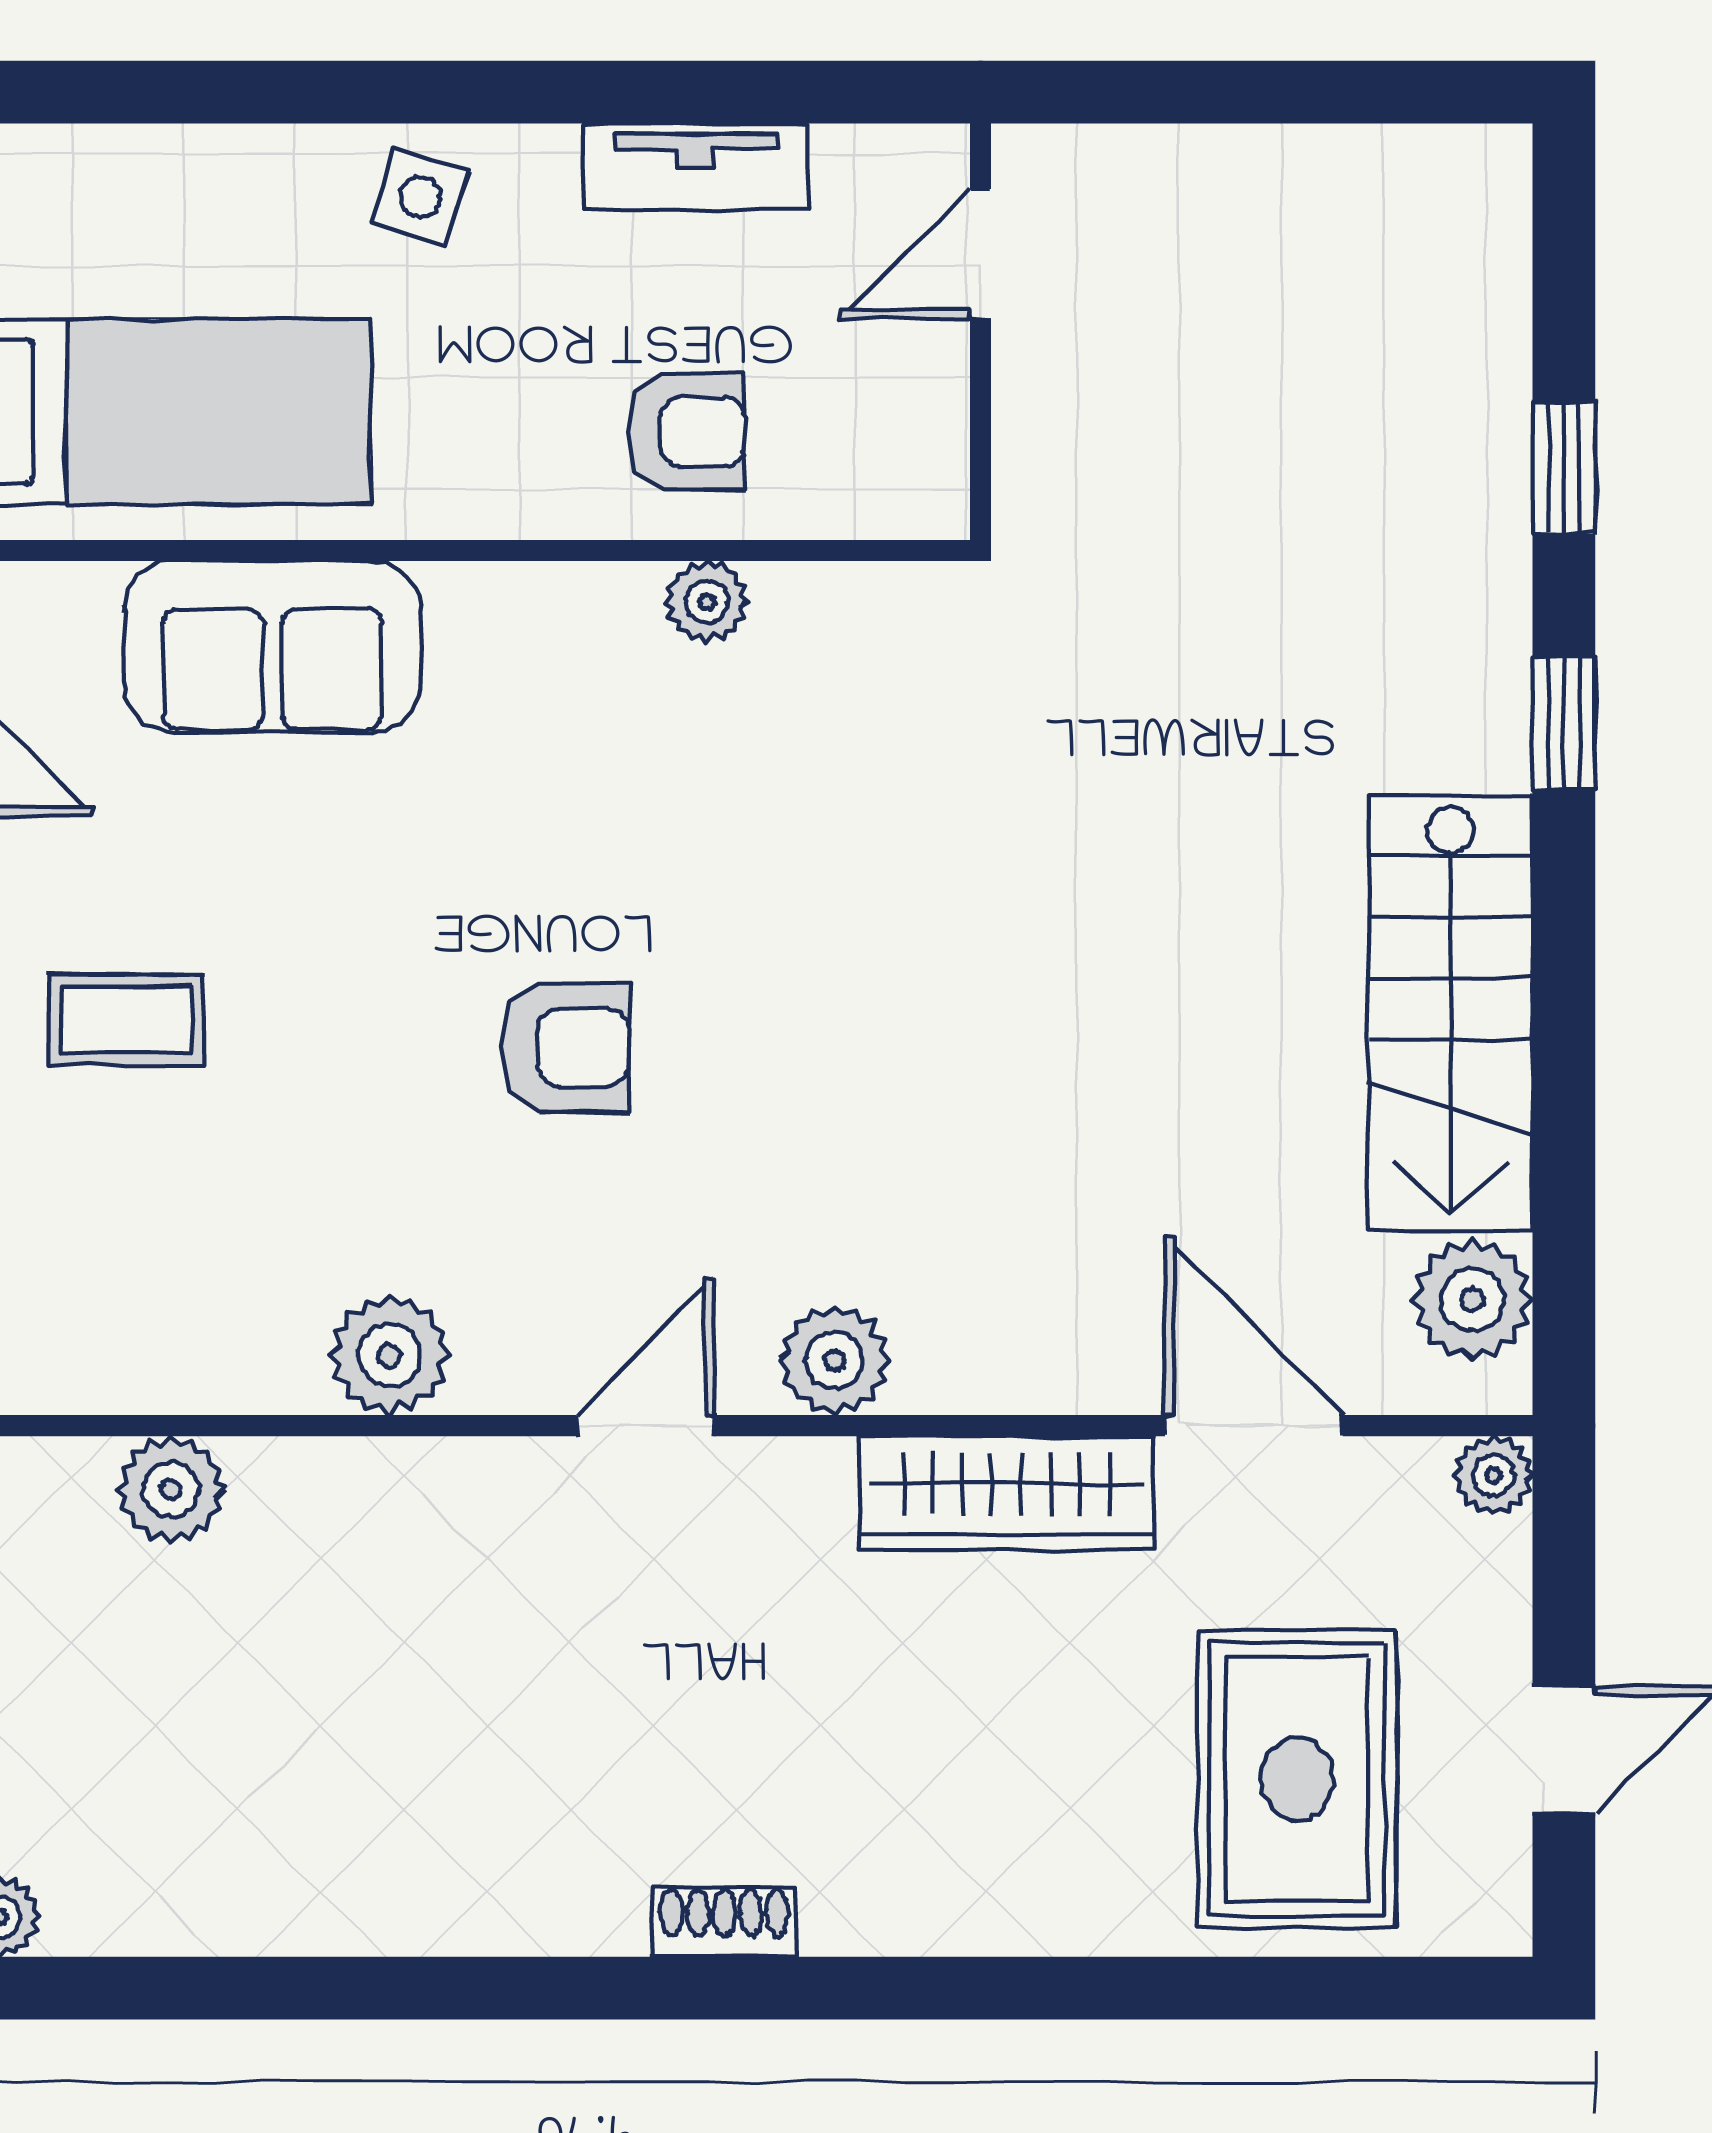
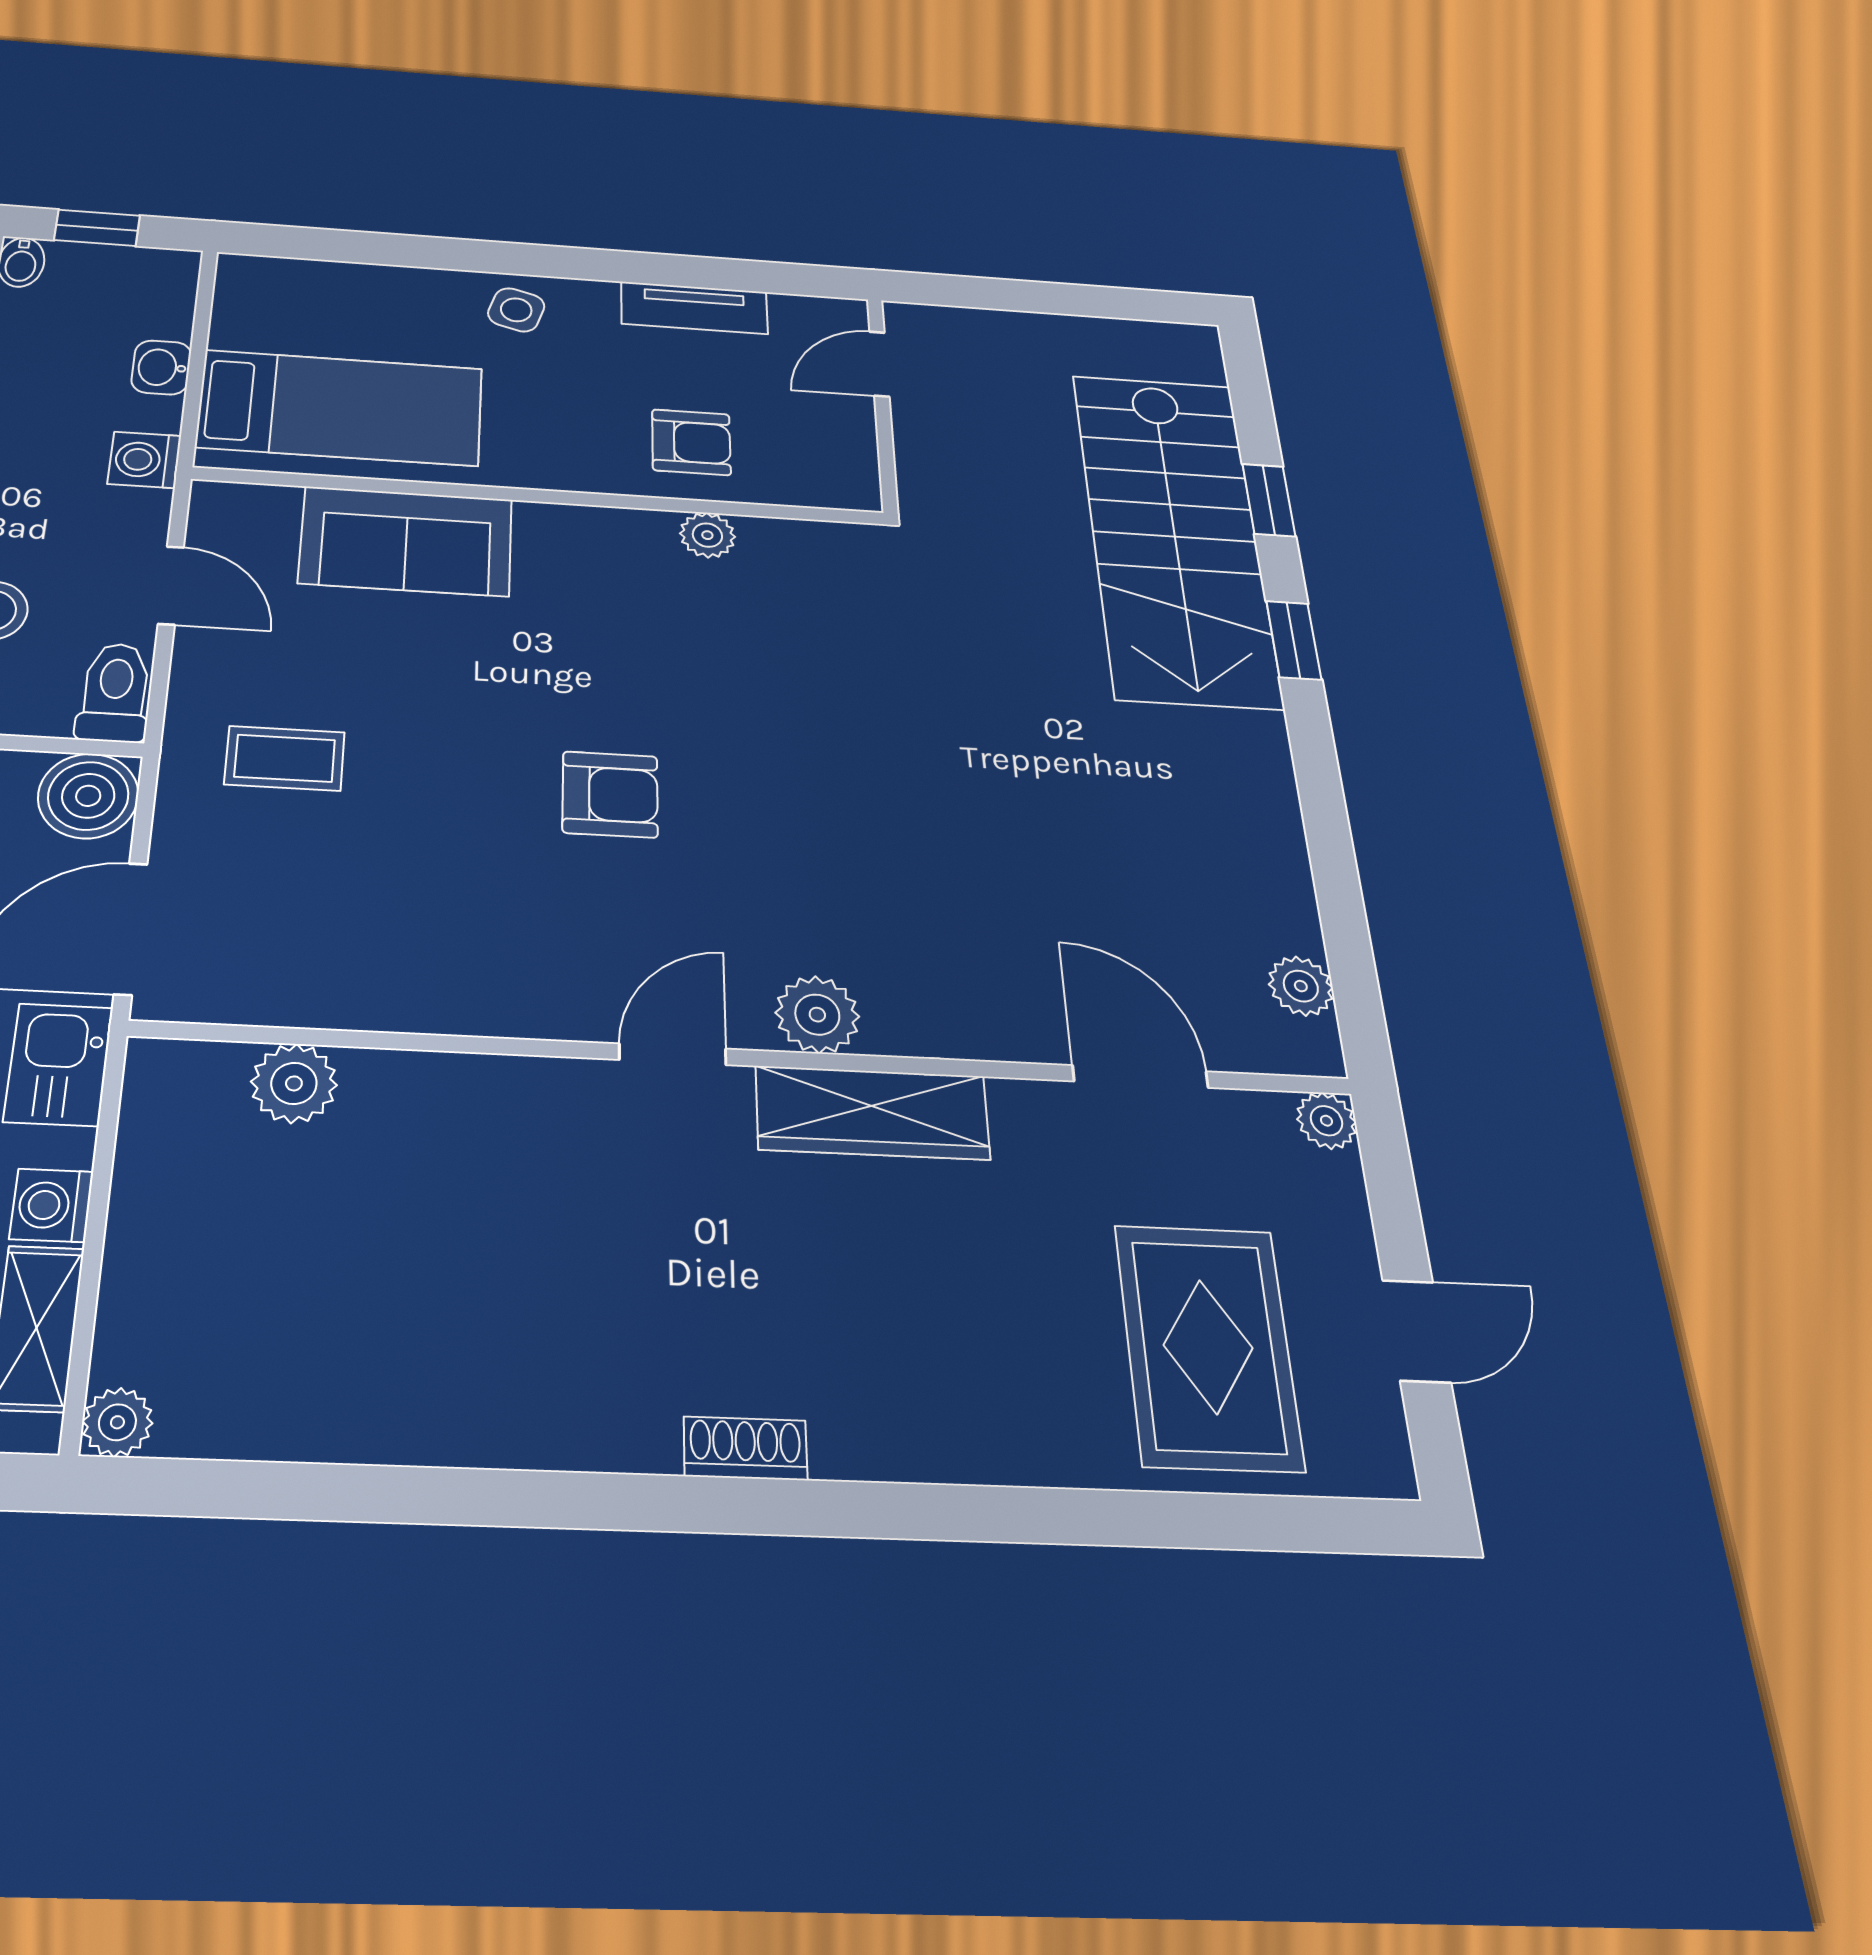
stairs: (1450, 1013) -> (1175, 537), moved, width x1.36, depth x1.51
plant: (1472, 1300) -> (1301, 986), width x0.73, depth x0.73
plant: (389, 1355) -> (473, 994), removed
wardrobe: (1006, 1493) -> (872, 1113), moved

